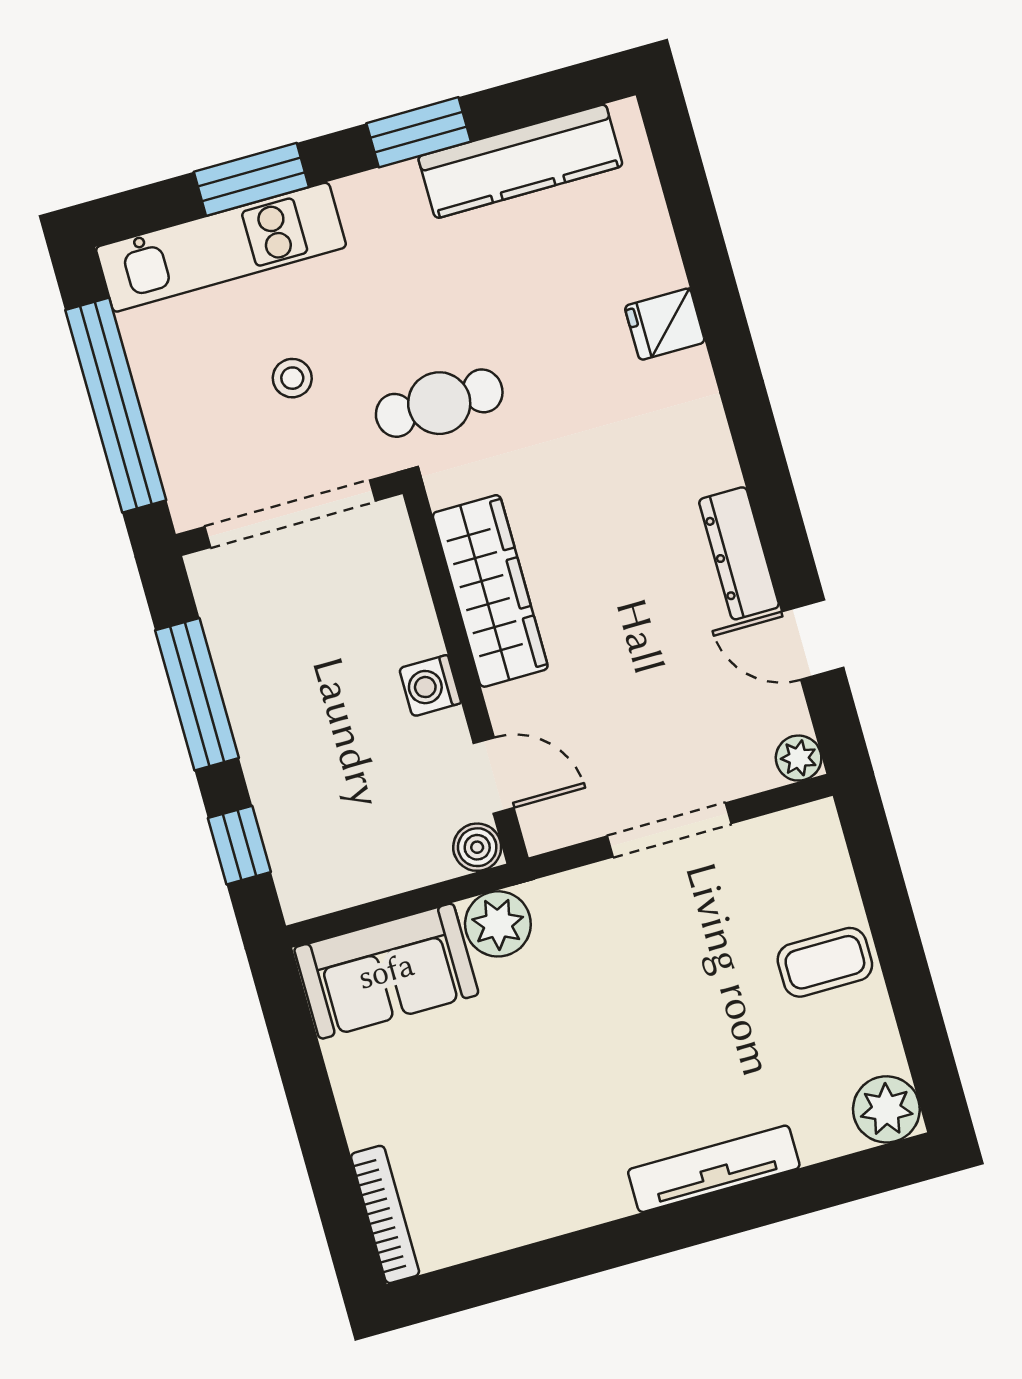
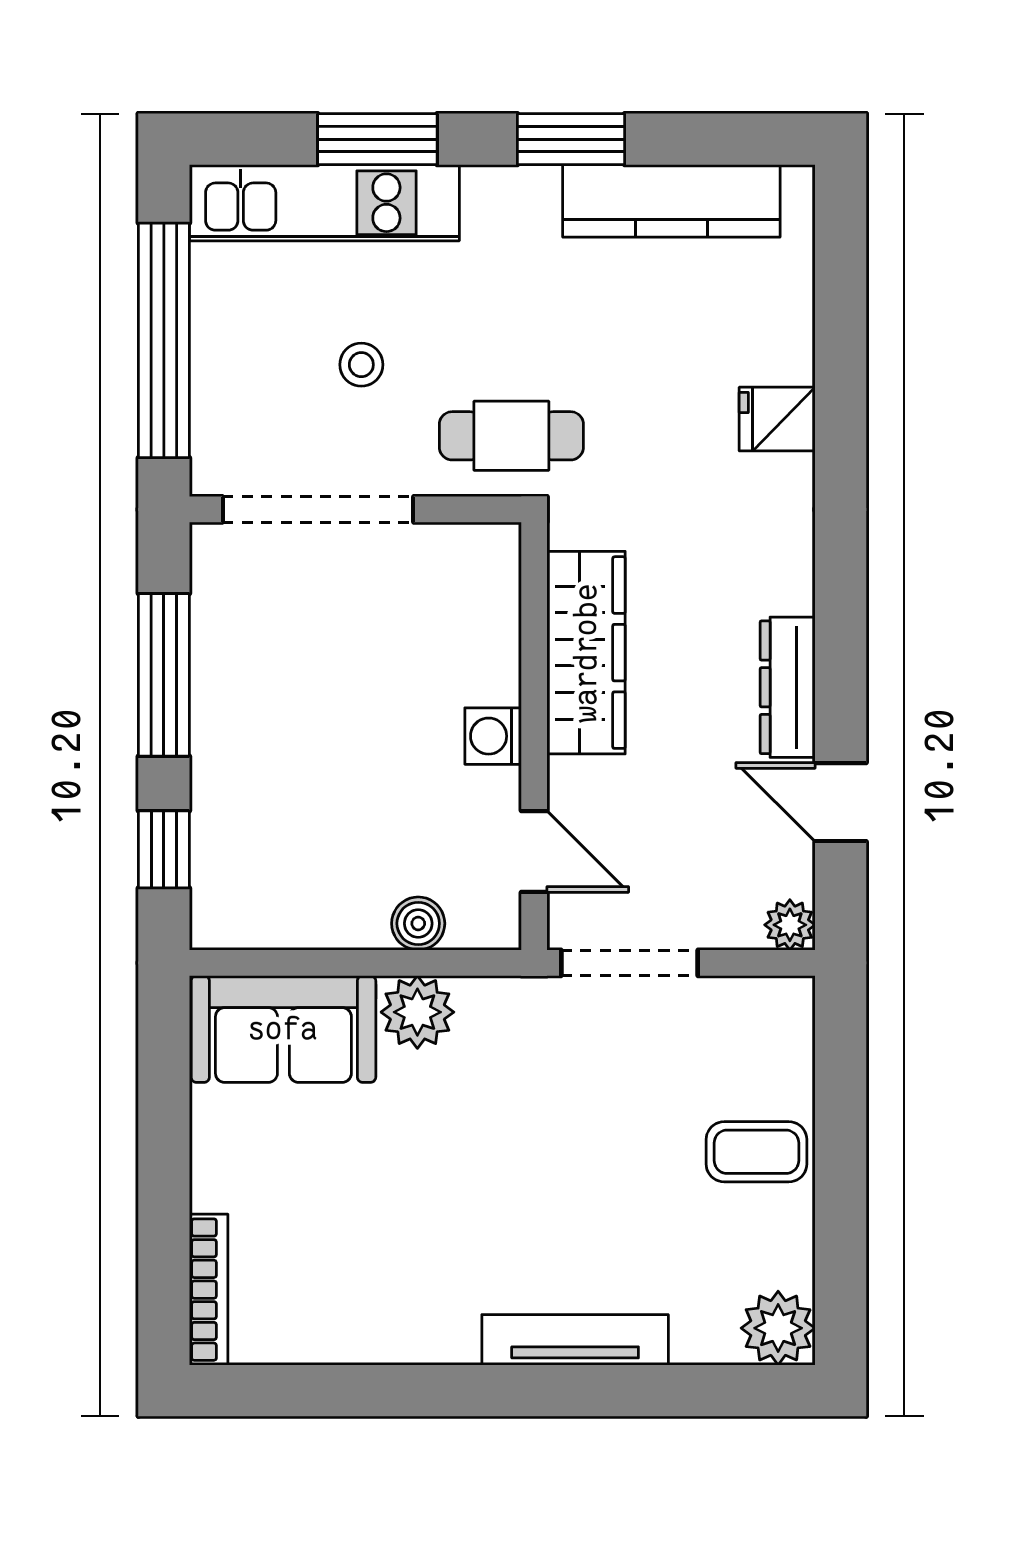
wardrobe: (490, 591) -> (586, 653), moved
wall: (466, 676) -> (534, 736), moved
washing machine: (430, 686) -> (493, 736), moved
door: (494, 775) -> (534, 852), moved

